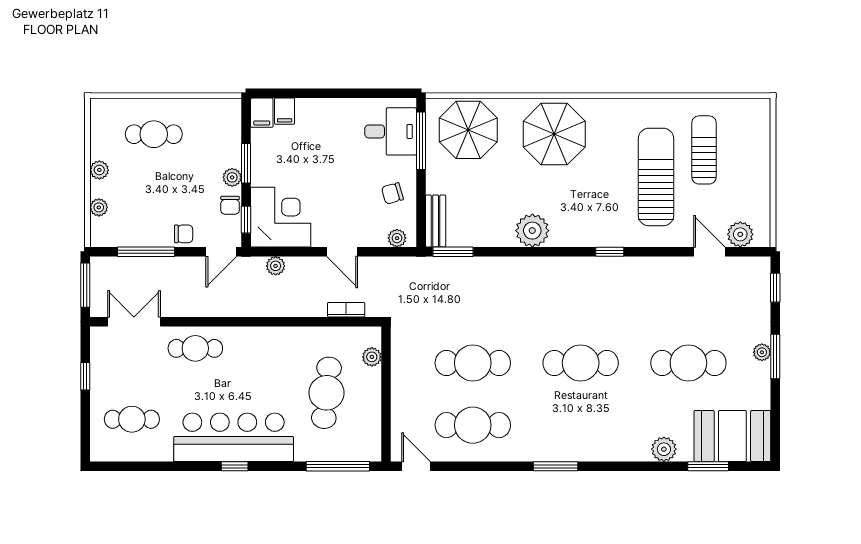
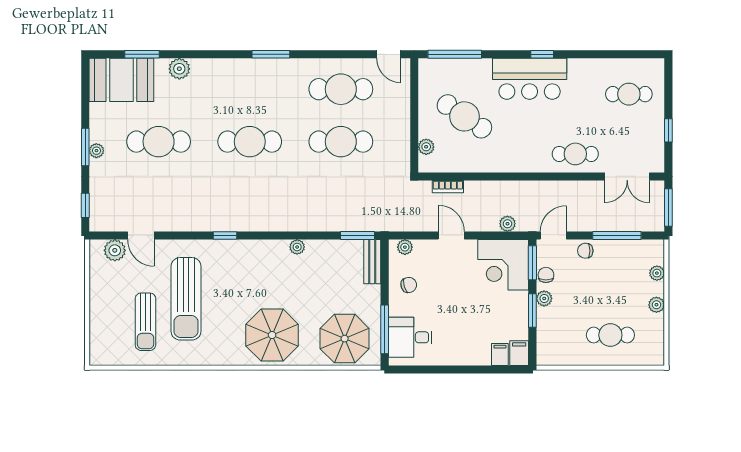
window: (246, 220) -> (532, 263), width x1.50
plant: (532, 231) -> (297, 247), width x0.53, depth x0.53
cafe table: (326, 393) -> (464, 116), turned -62
bar counter: (234, 437) -> (530, 79), width x0.73

